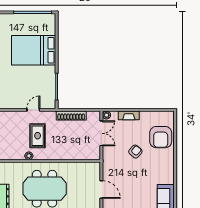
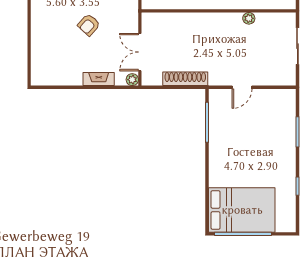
bed: (34, 50) -> (242, 210), moved
rug: (38, 136) -> (236, 49), removed
armchair: (161, 137) -> (51, 46), removed

